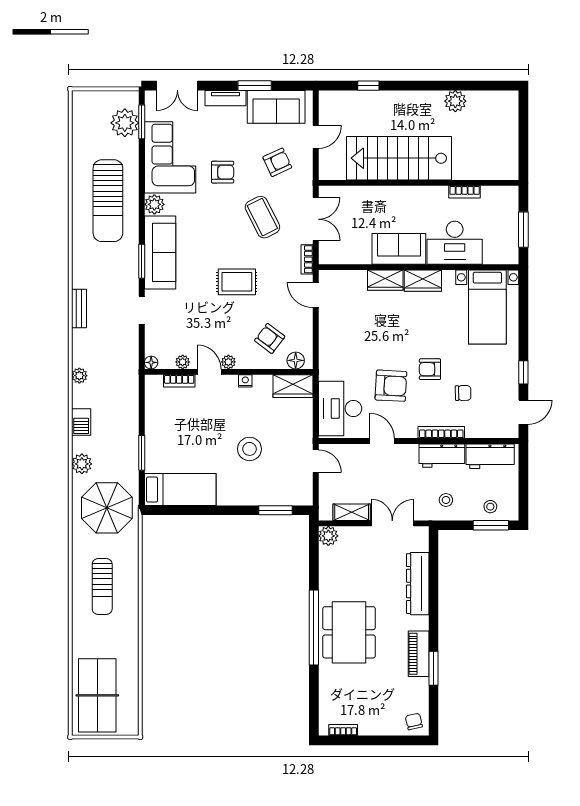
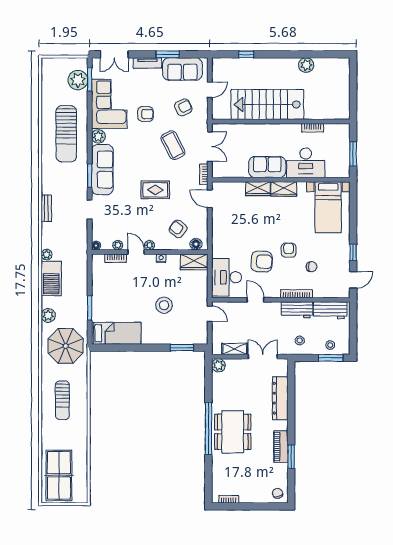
armchair: (430, 369) -> (289, 250), turned 90
barbecue: (81, 422) -> (51, 278), width x1.88, depth x1.53

